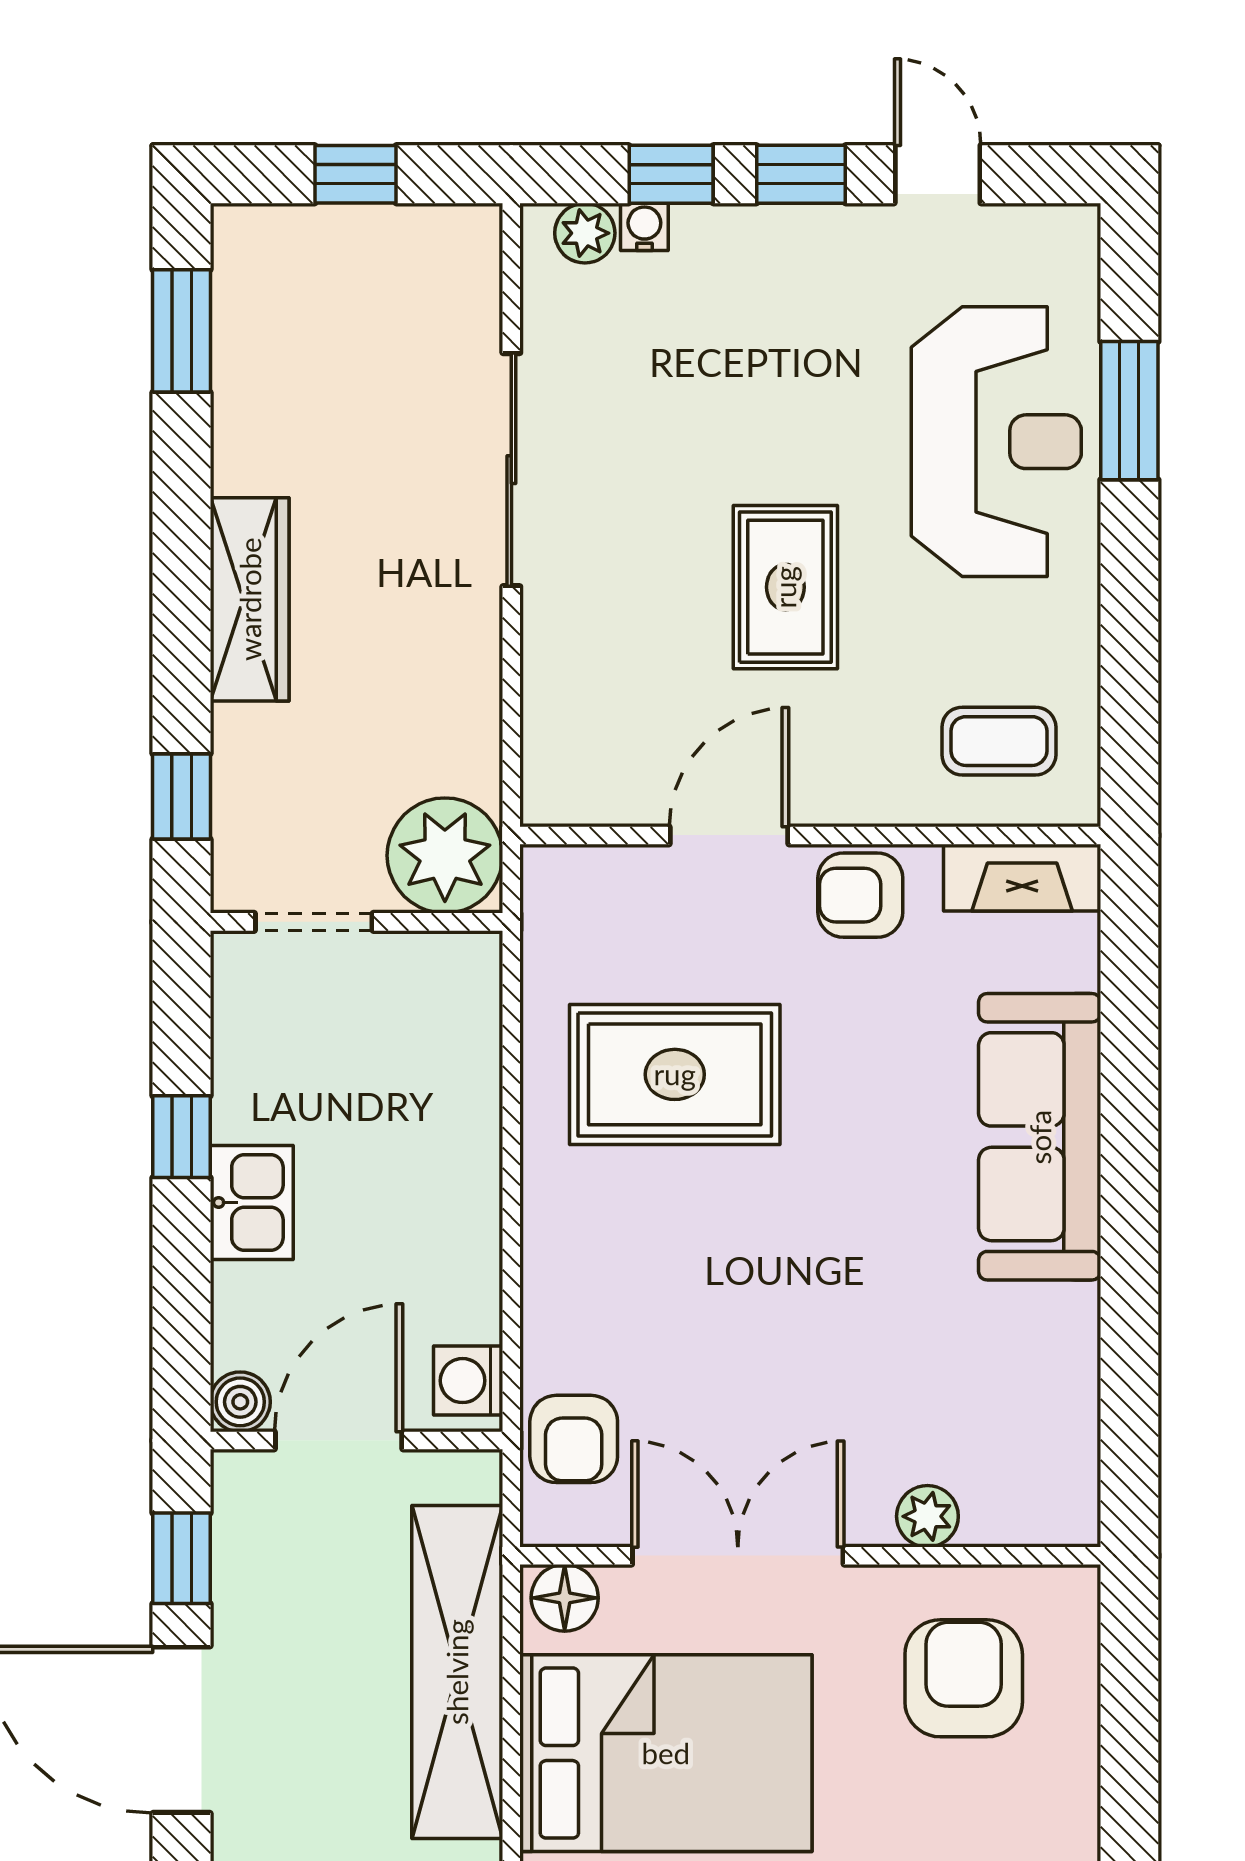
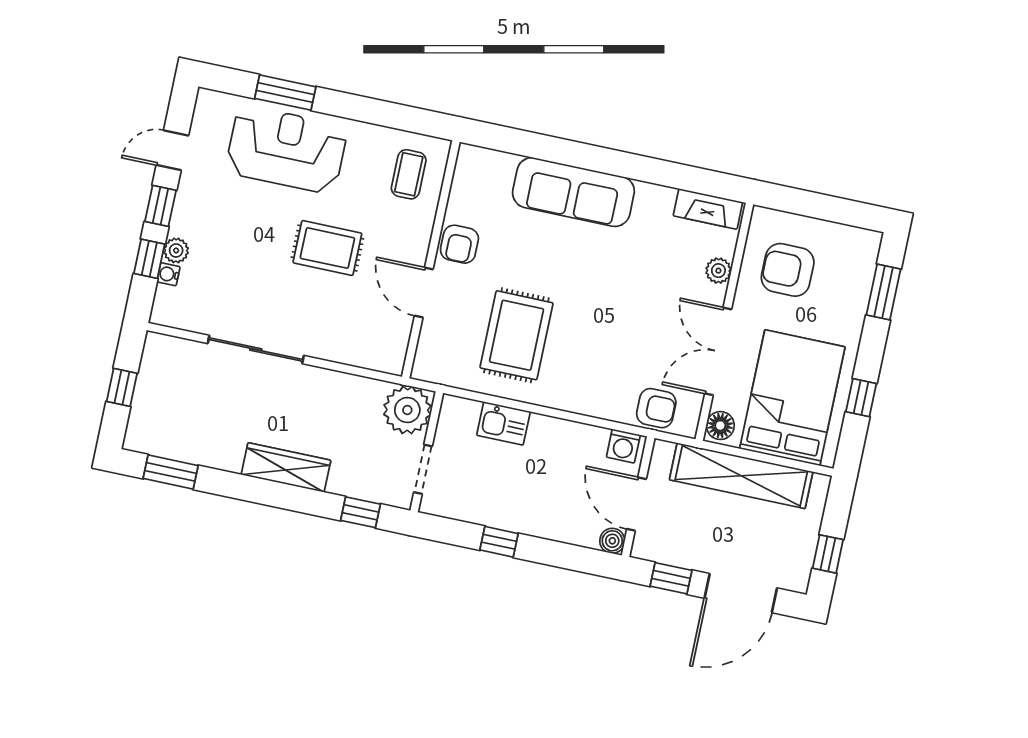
plant: (585, 233) -> (176, 250), moved
fireplace: (1022, 878) -> (708, 209), moved, turned 90
kitchen sink: (252, 1203) -> (503, 423), moved, turned 180

